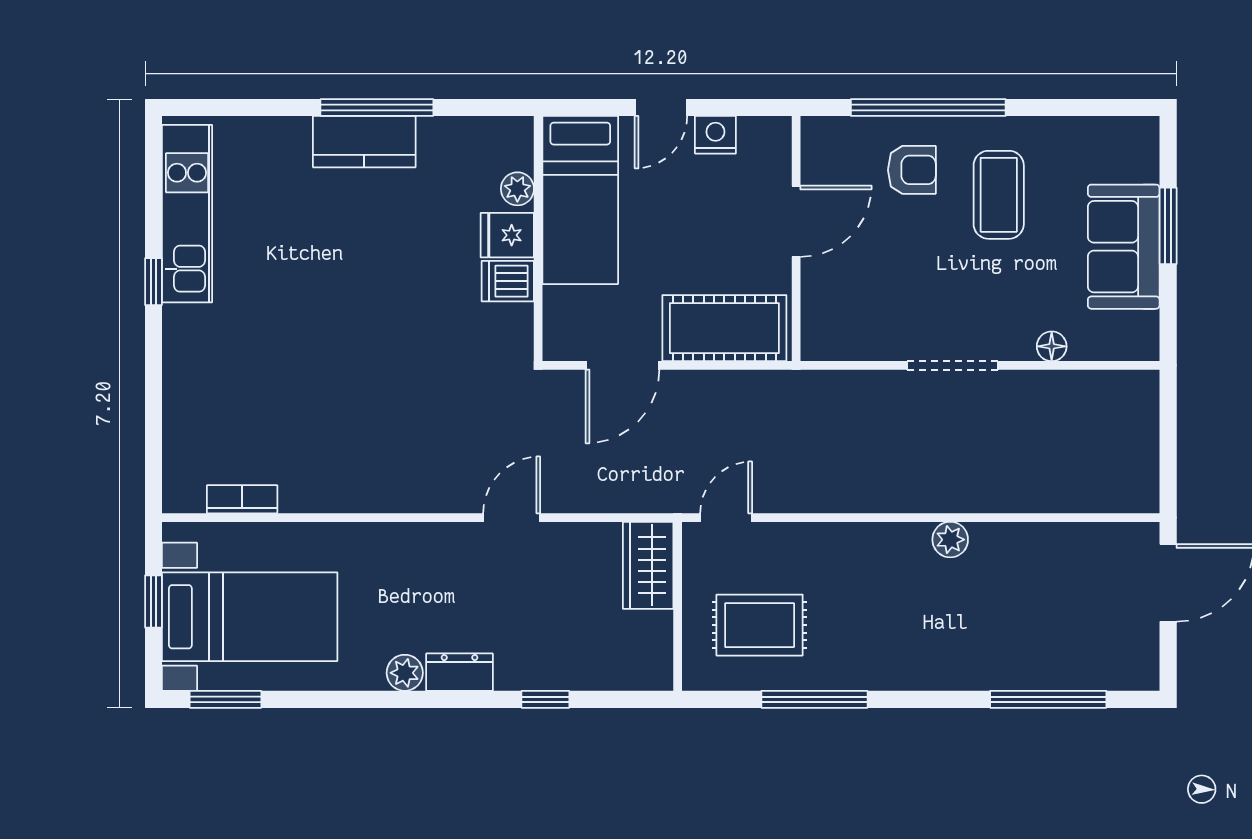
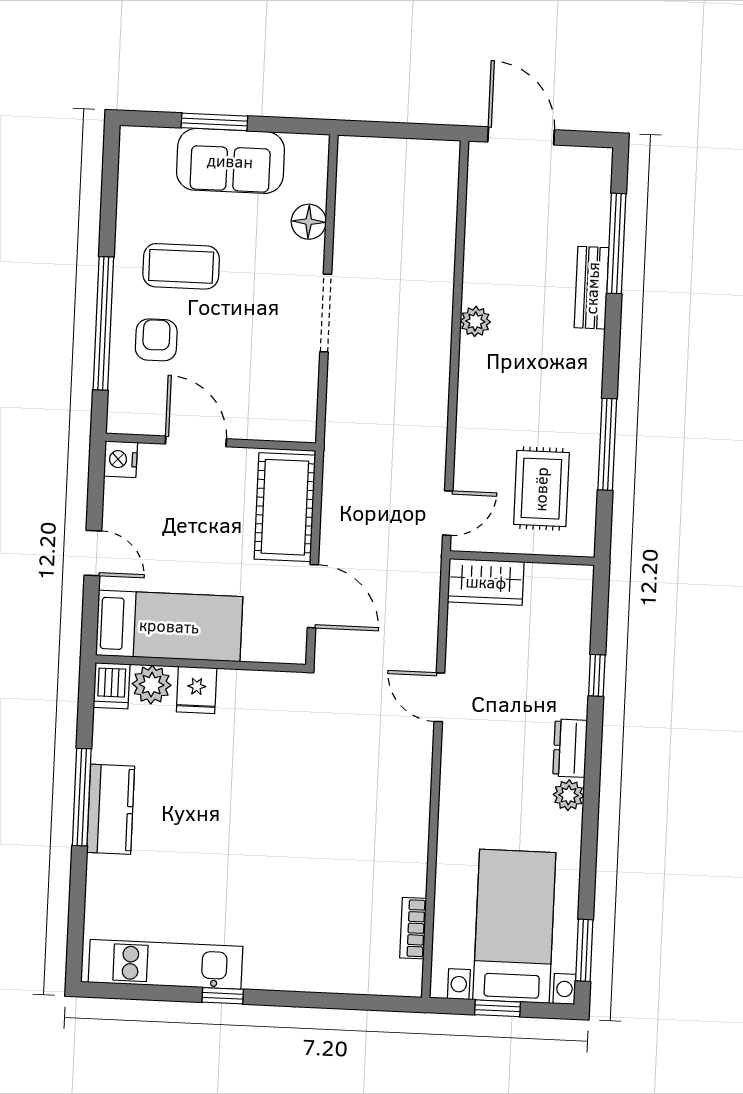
nightstand: (715, 135) -> (121, 459), moved
plant: (517, 189) -> (152, 685), width x1.38, depth x1.38
dishwasher: (508, 281) -> (112, 686), moved
floor lamp: (1052, 346) -> (309, 222), width x1.37, depth x1.37
door: (726, 518) -> (448, 513), swing flipped
bench: (995, 673) -> (592, 288), added

